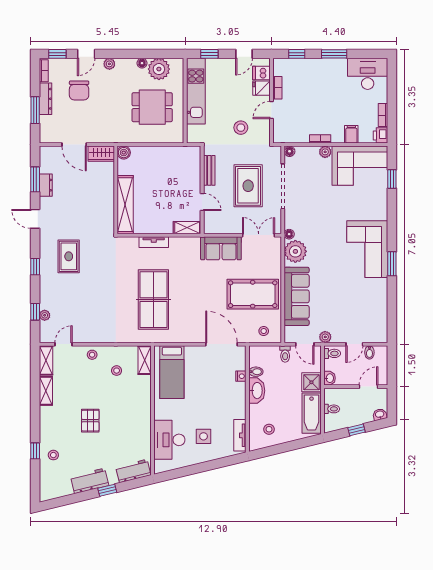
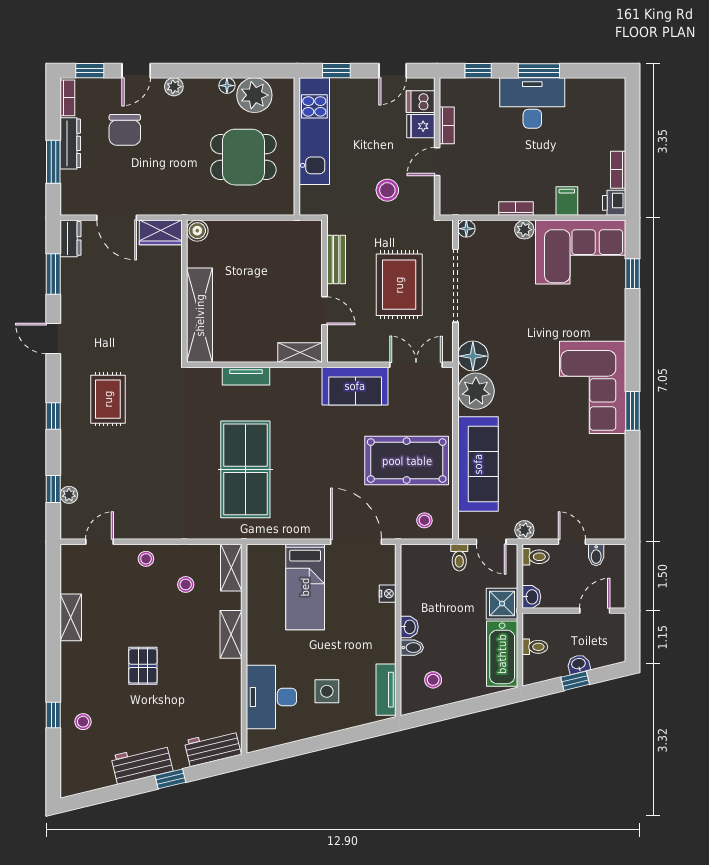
desk: (368, 74) -> (532, 103), moved
dresser: (46, 185) -> (71, 238), moved
floor lamp: (289, 234) -> (473, 356), width x1.89, depth x1.89
door: (354, 344) -> (572, 542), swing flipped
shelving: (46, 360) -> (231, 634), moved
bed: (172, 372) -> (305, 587), moved
bidet: (256, 372) -> (412, 648), moved
washbasin: (257, 391) -> (409, 627), width x0.52, depth x0.69
washbasin: (380, 414) -> (579, 664), moved

